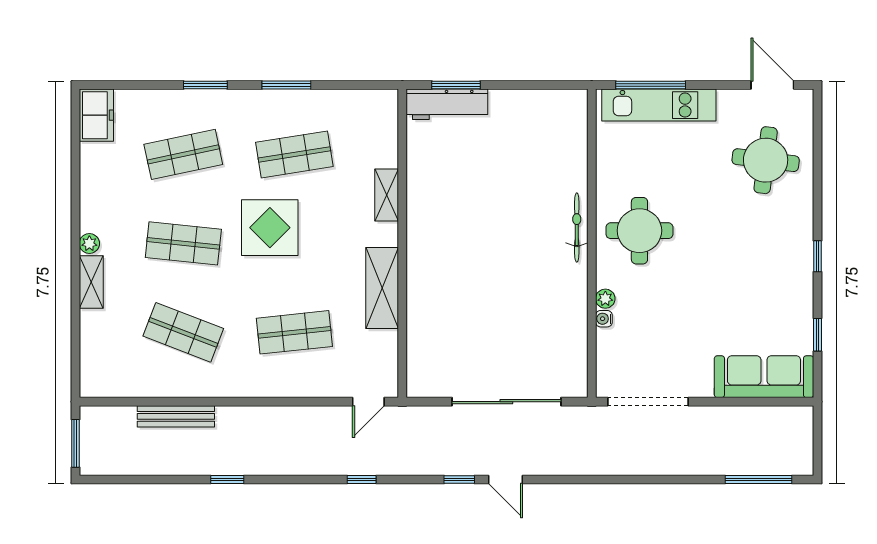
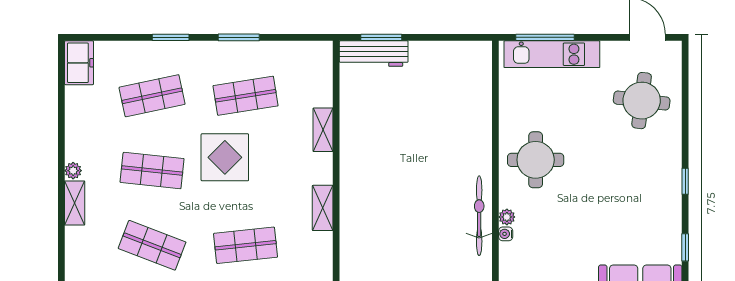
bicycle: (577, 227) -> (479, 216), moved, width x1.37, depth x1.40
shelving: (382, 288) -> (323, 208), width x0.67, depth x0.75

